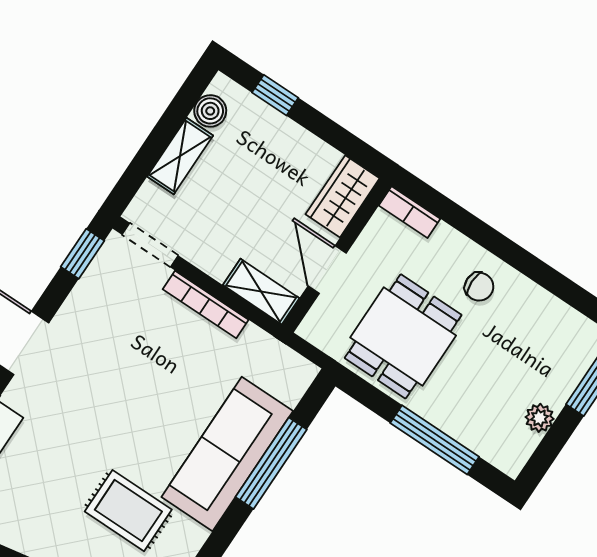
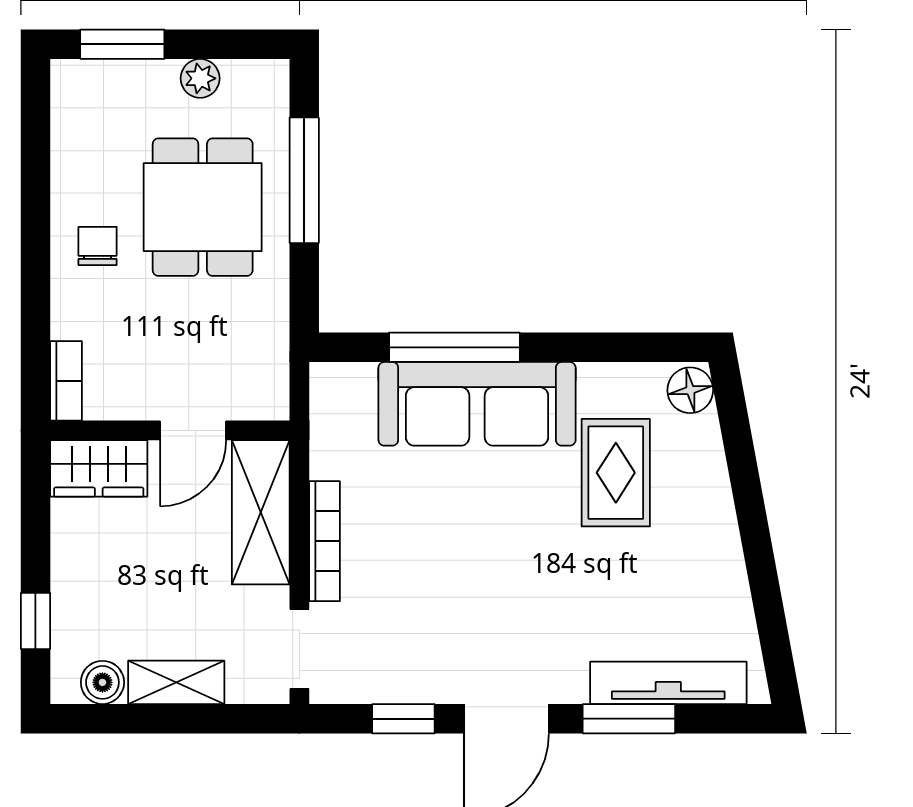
window: (82, 254) -> (403, 719), moved
shelving: (261, 292) -> (261, 512), width x1.50, depth x1.33
dining table: (403, 336) -> (203, 207), moved, turned 90

